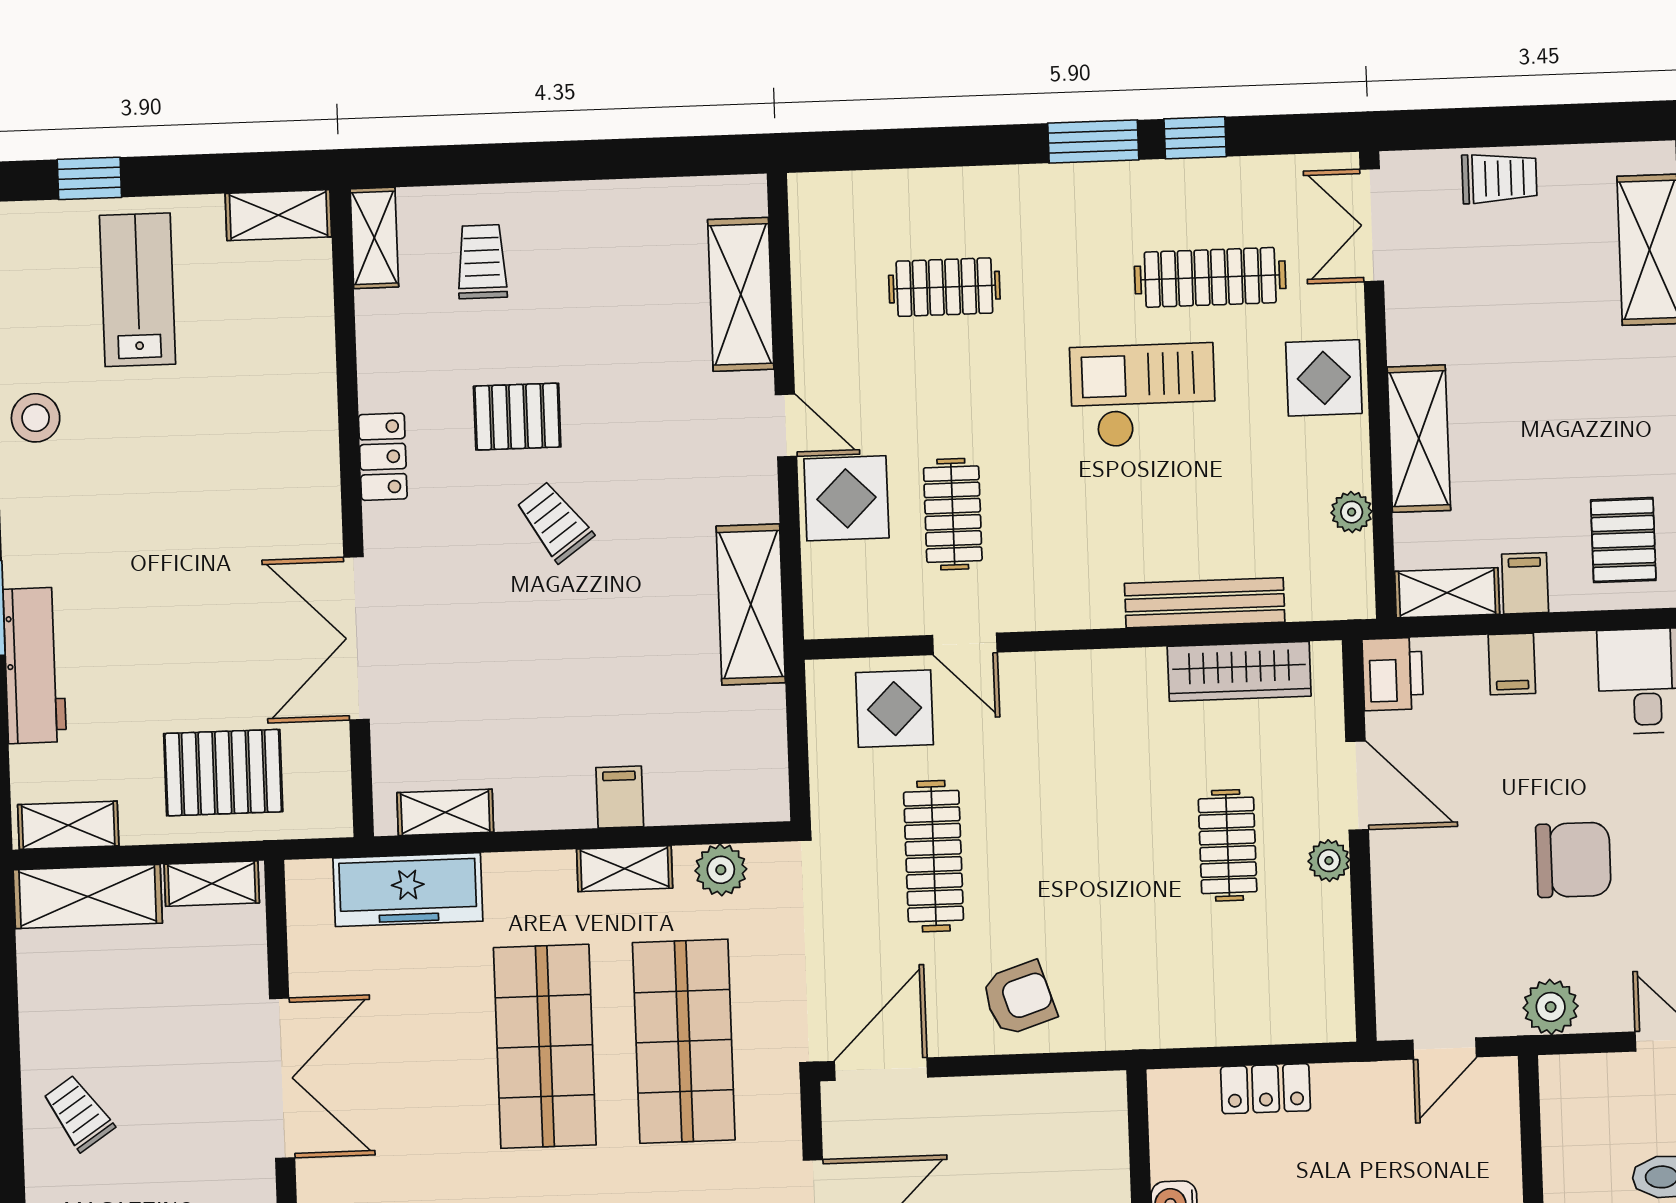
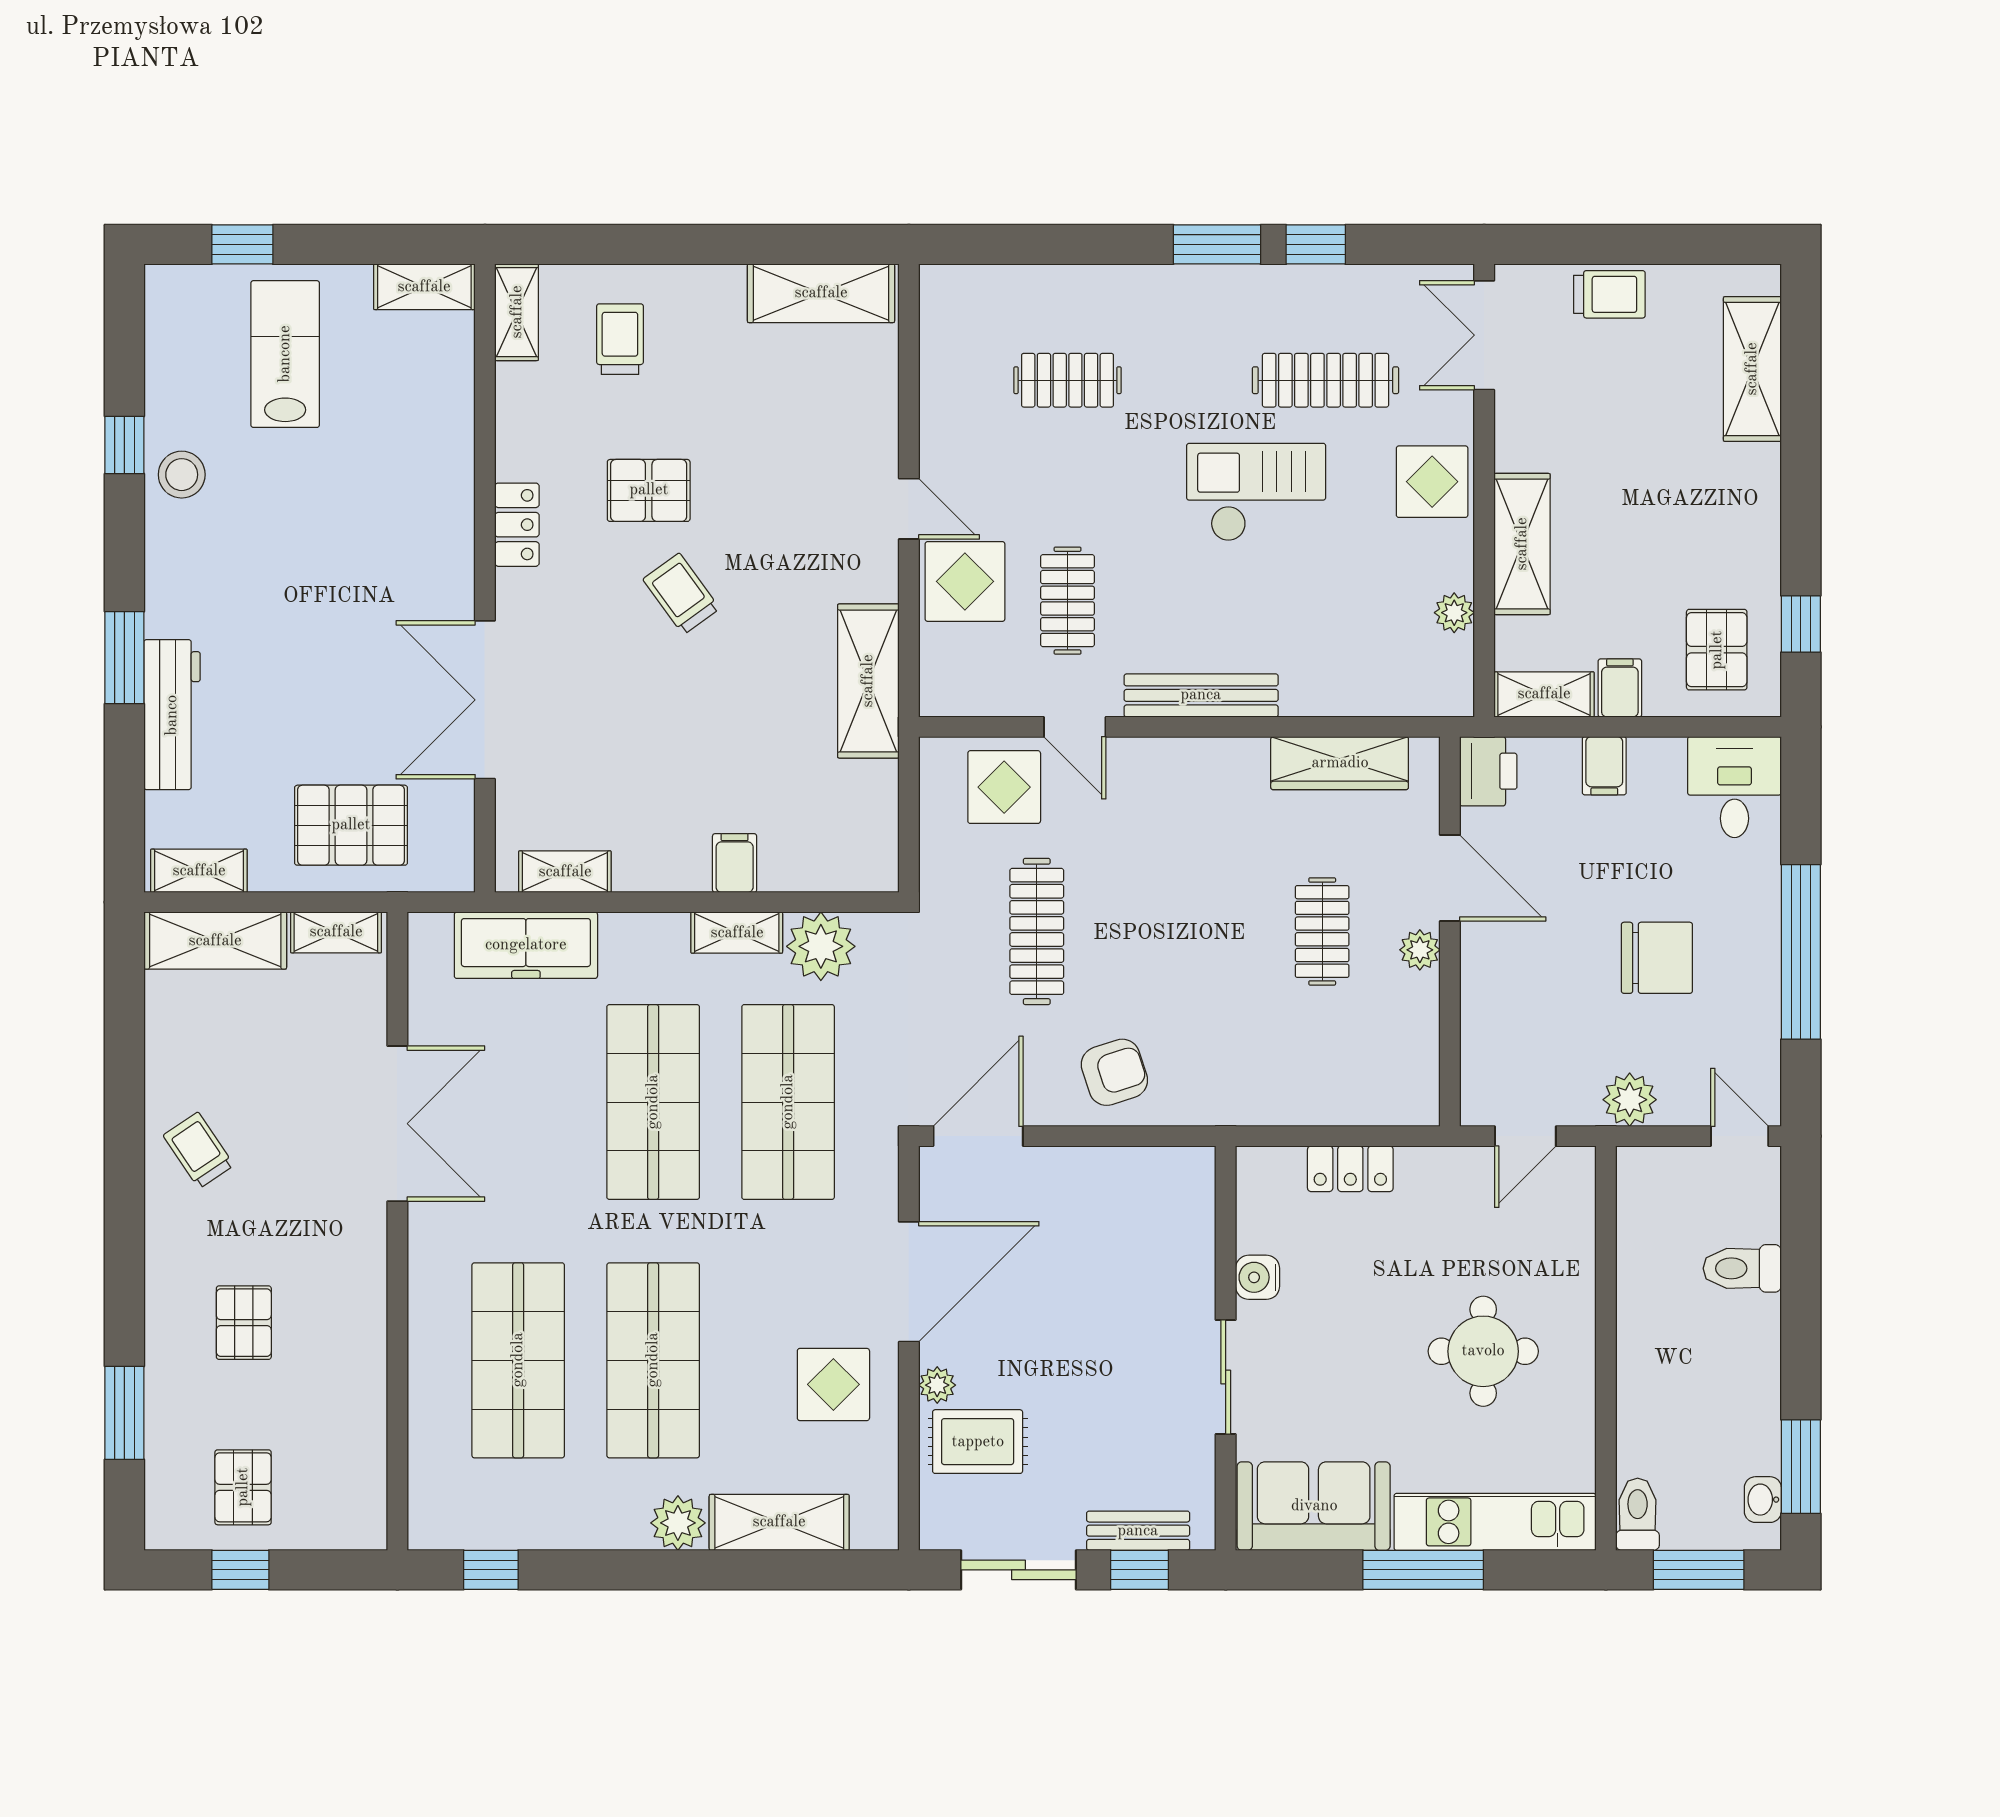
shelving: (741, 294) -> (821, 293), moved, turned 90
bench: (1205, 603) -> (1201, 695), moved
plant: (721, 870) -> (821, 946), width x1.36, depth x1.36

